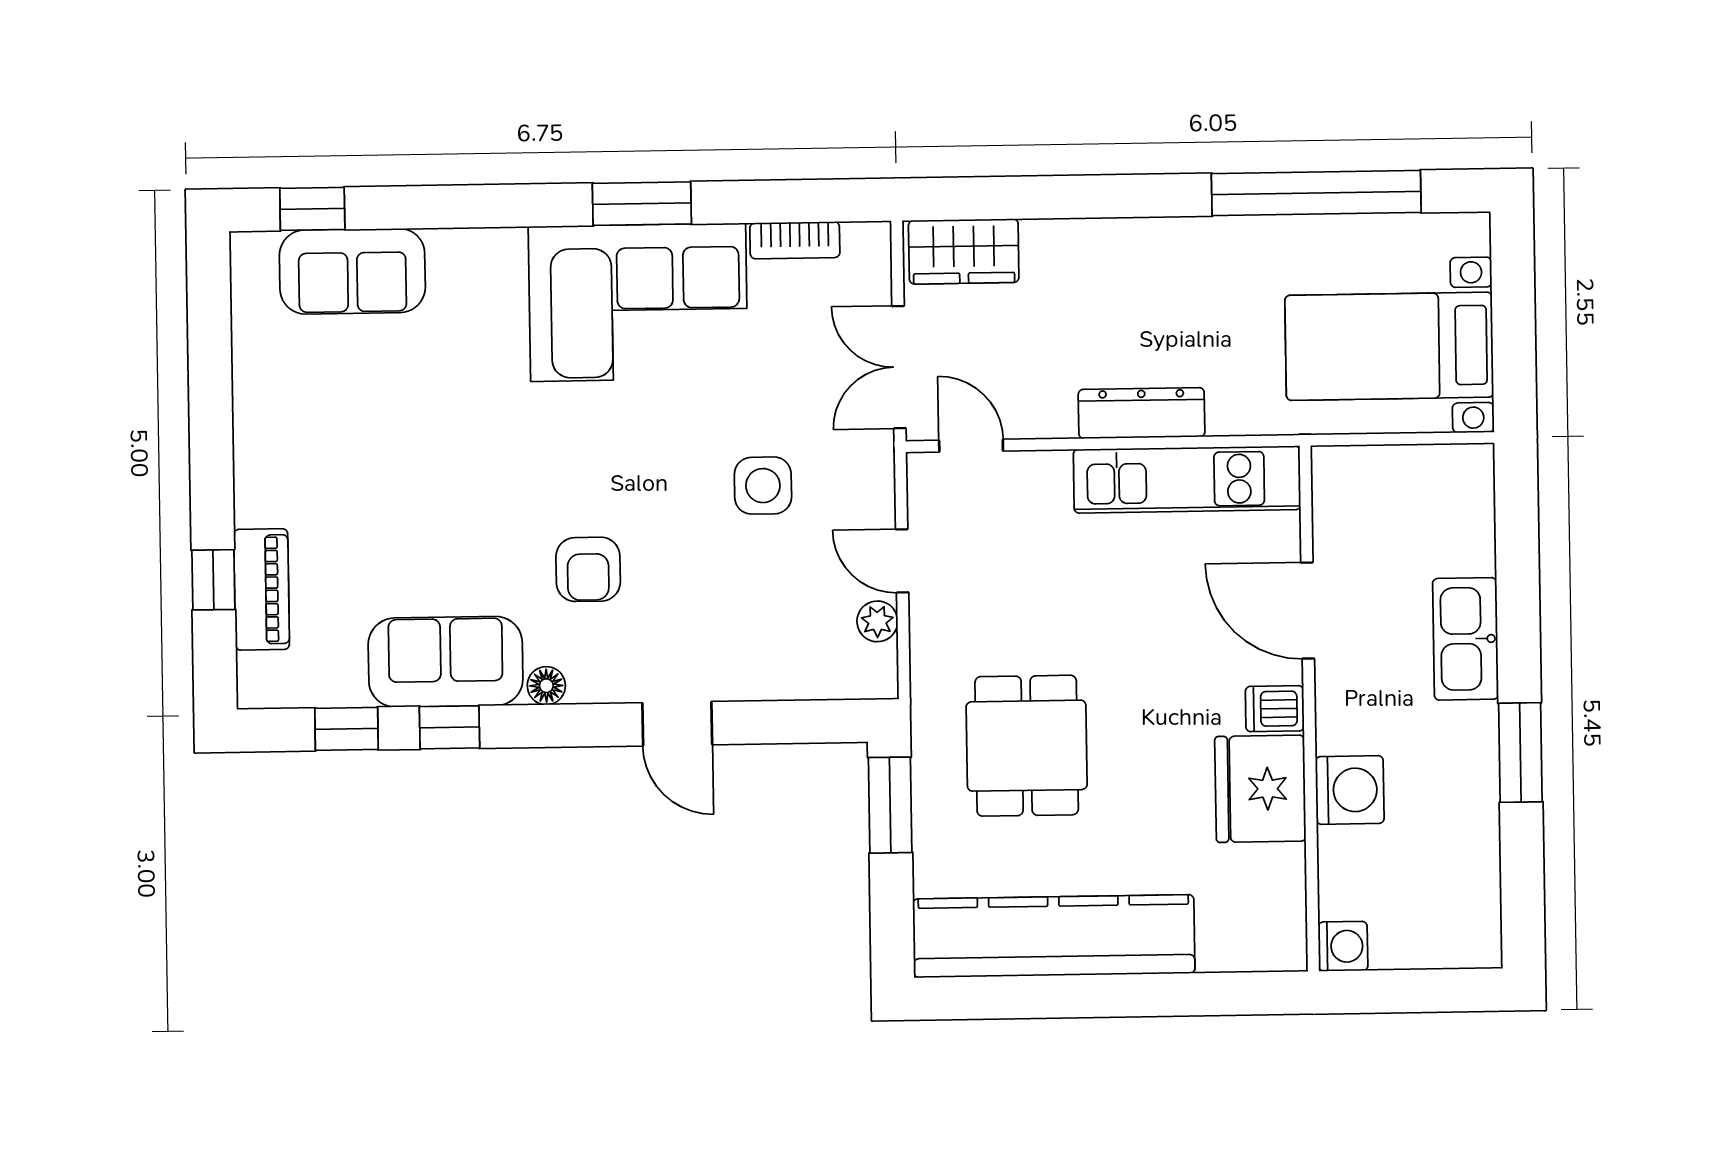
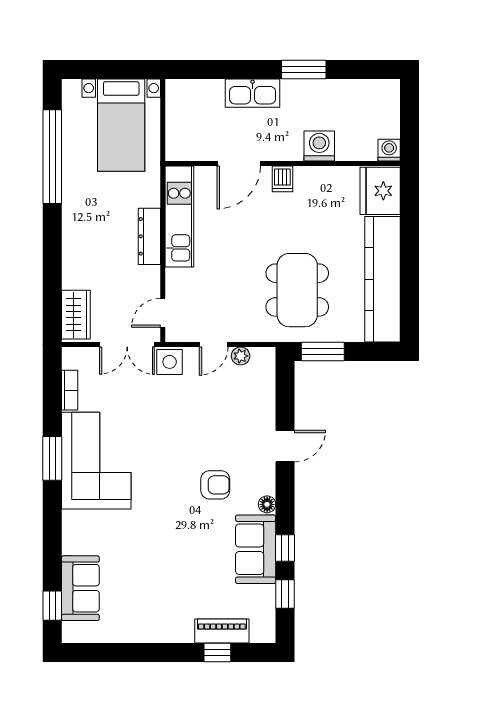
side table: (763, 486) -> (170, 362), moved
dining table: (1027, 746) -> (297, 290), width x1.38
fridge: (1260, 789) -> (380, 191), moved, turned 90

